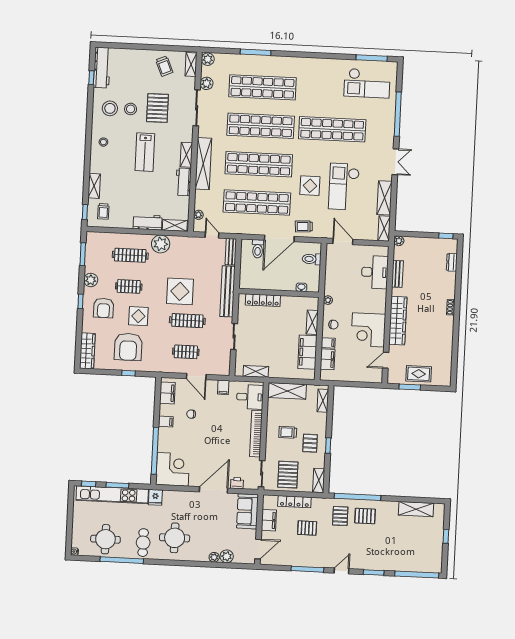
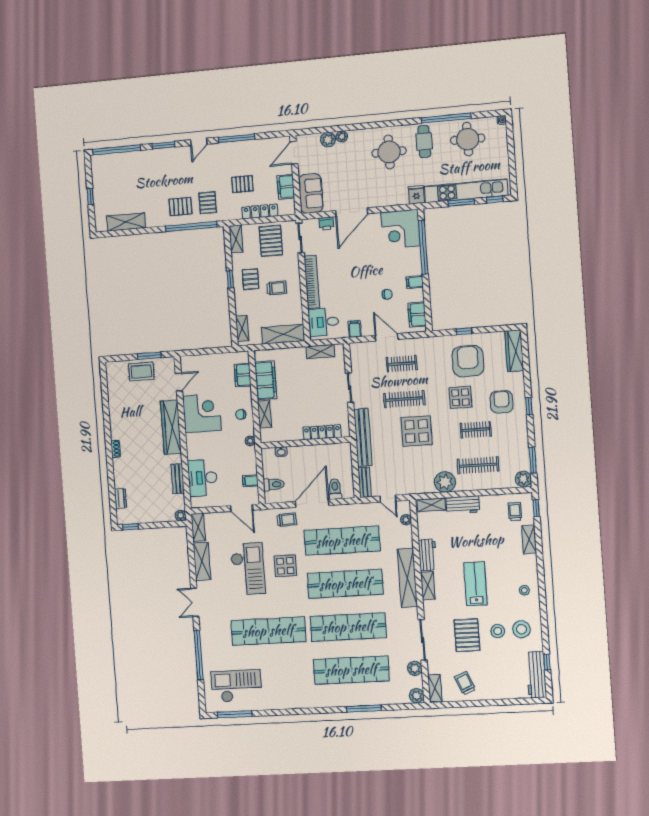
plant: (91, 280) -> (523, 479), moved
filing cabinet: (328, 343) -> (250, 481), moved

